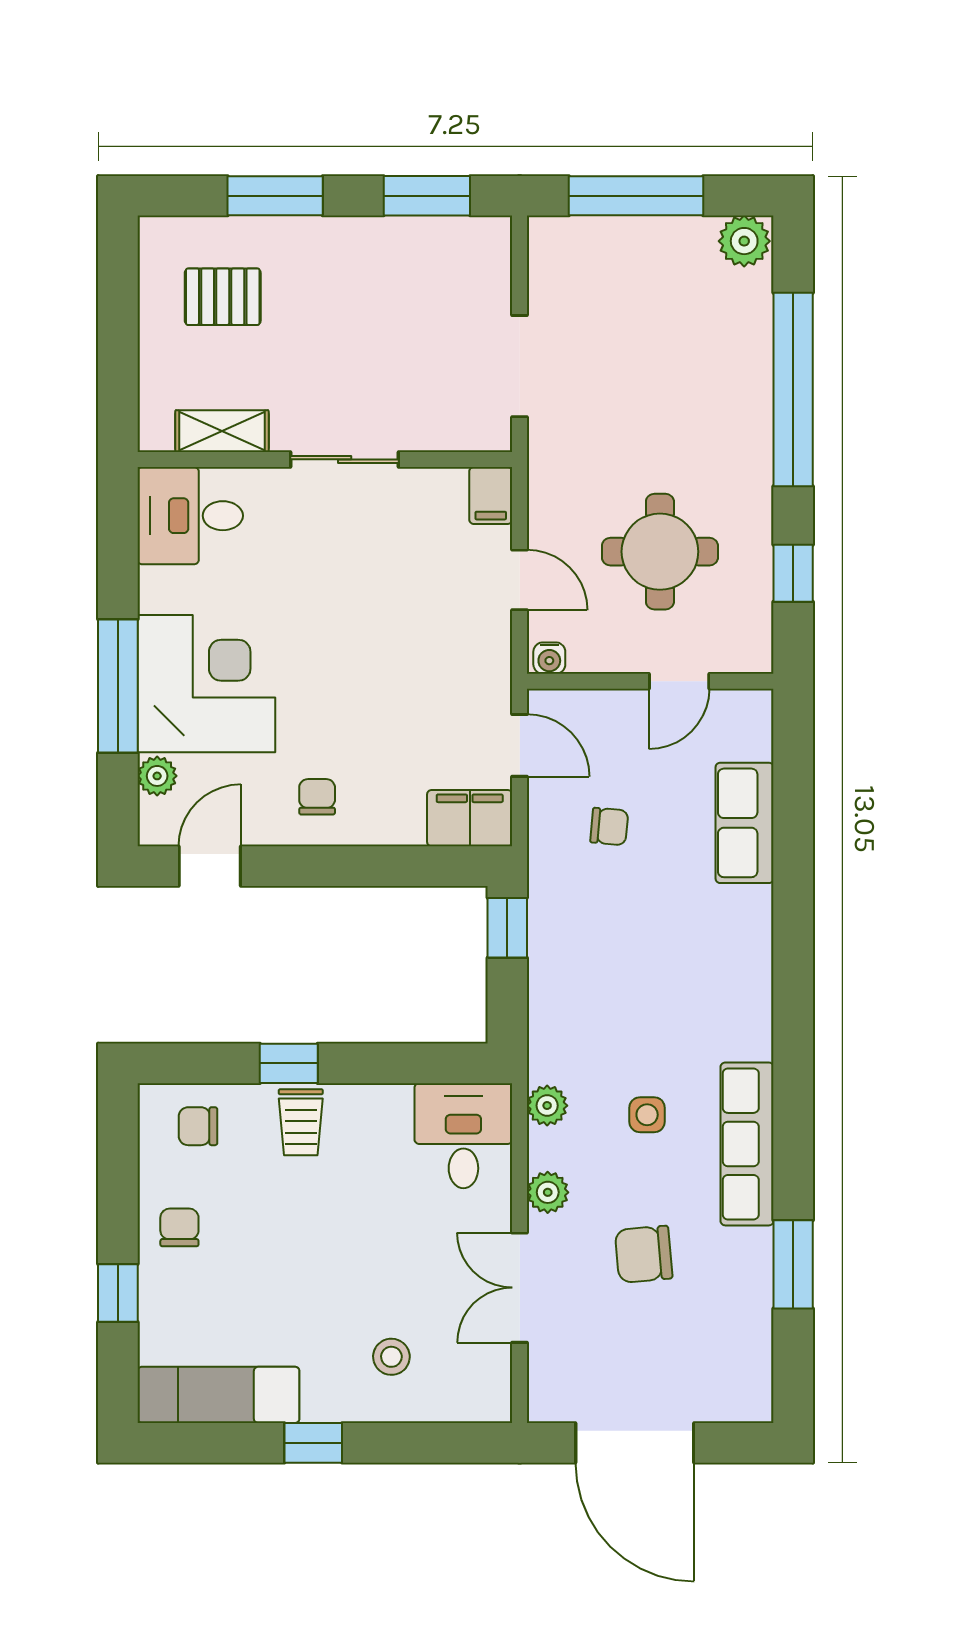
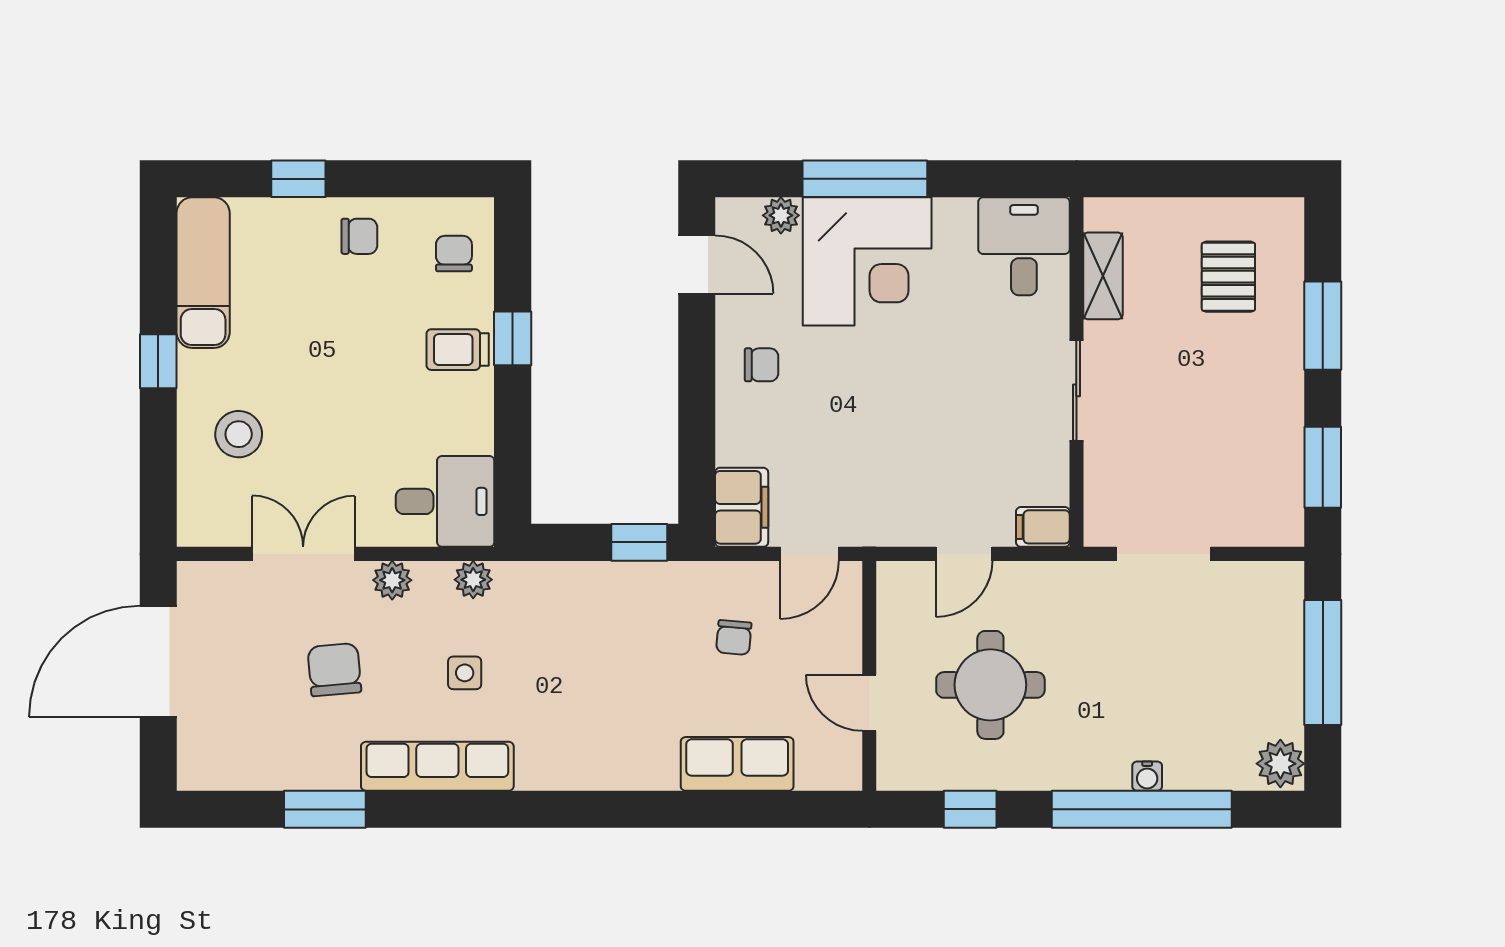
water cooler: (549, 658) -> (1147, 776), moved, turned -90
stool: (391, 1357) -> (239, 434), width x1.37, depth x1.37

